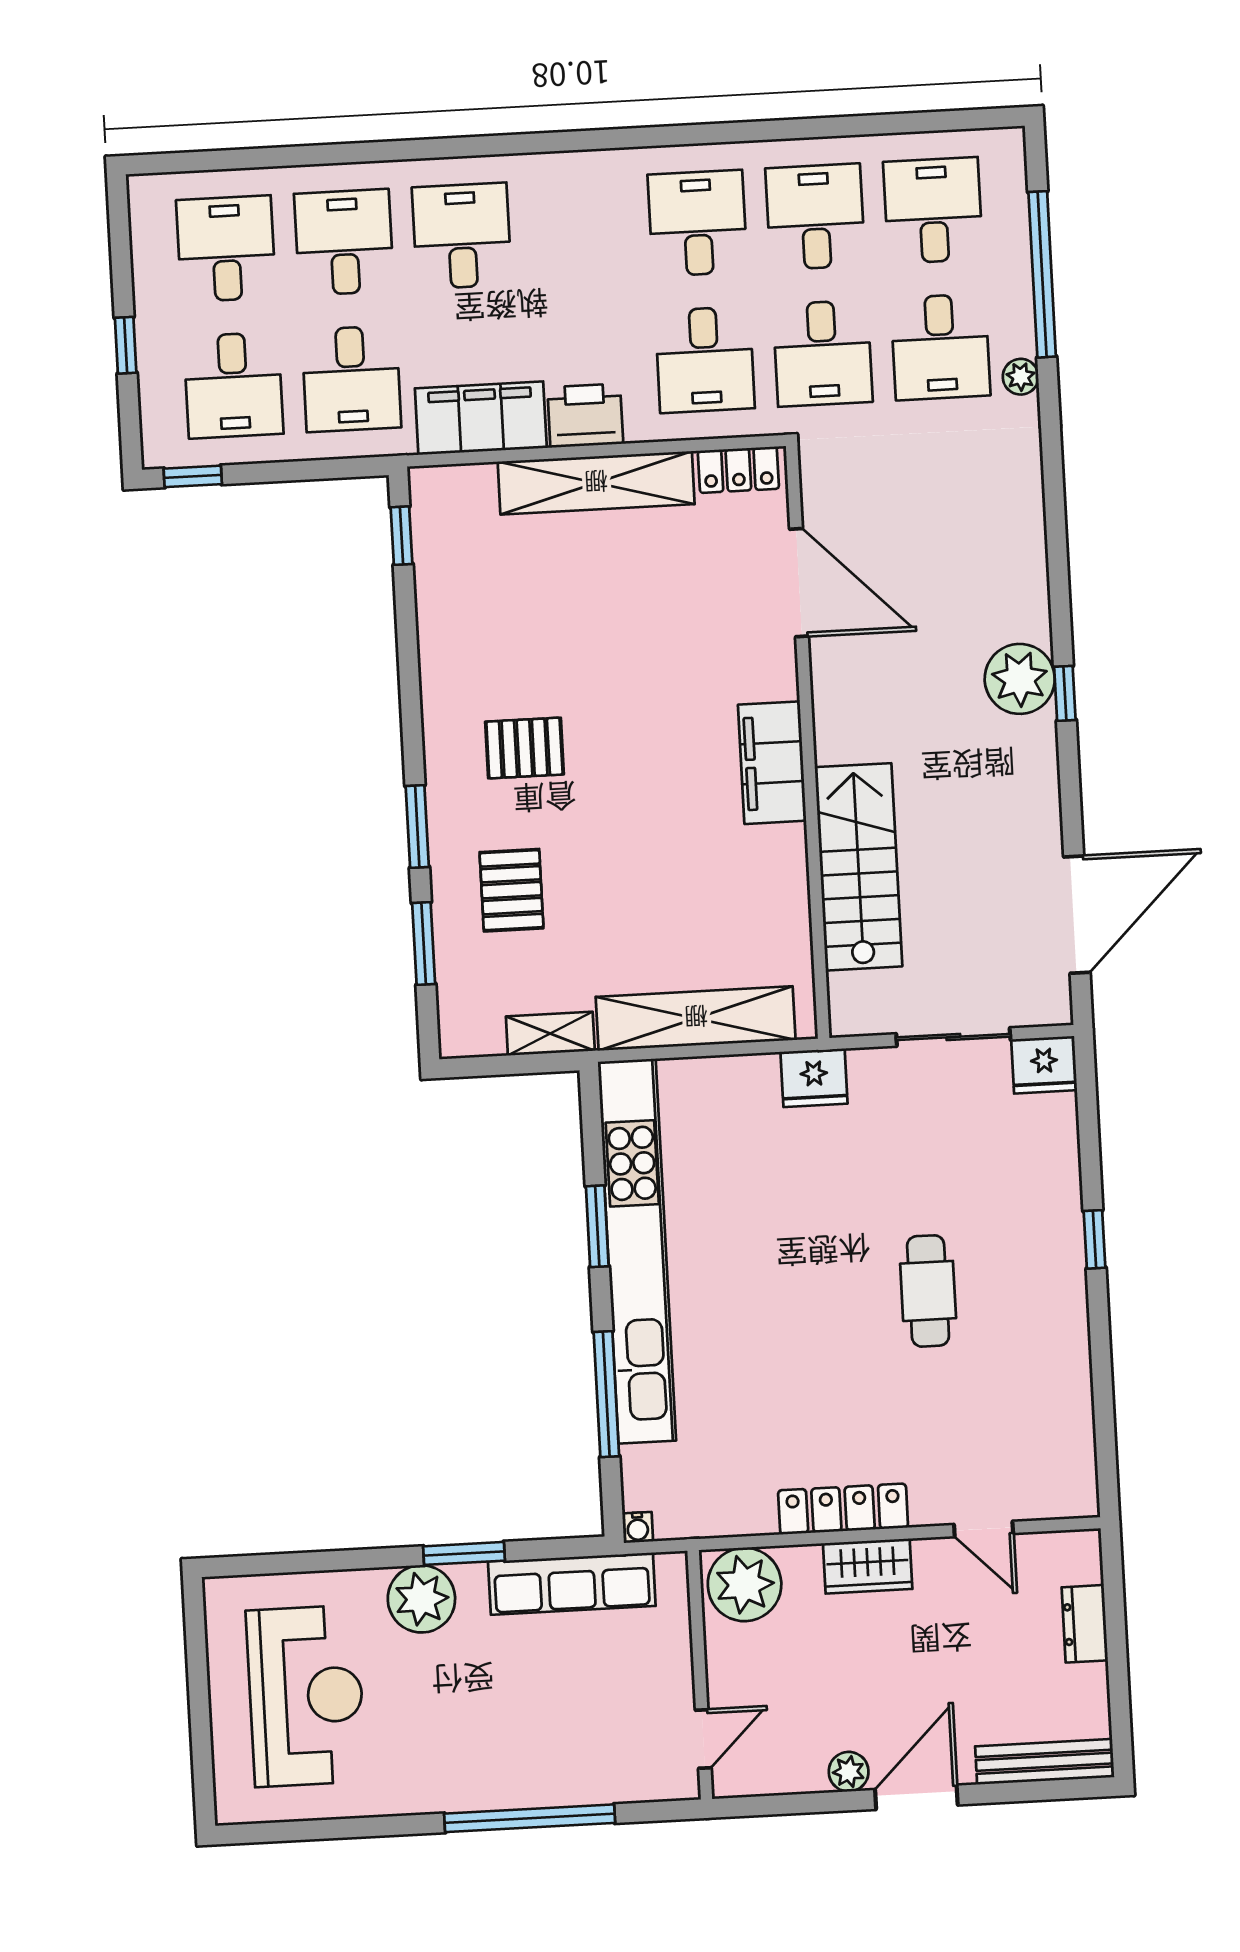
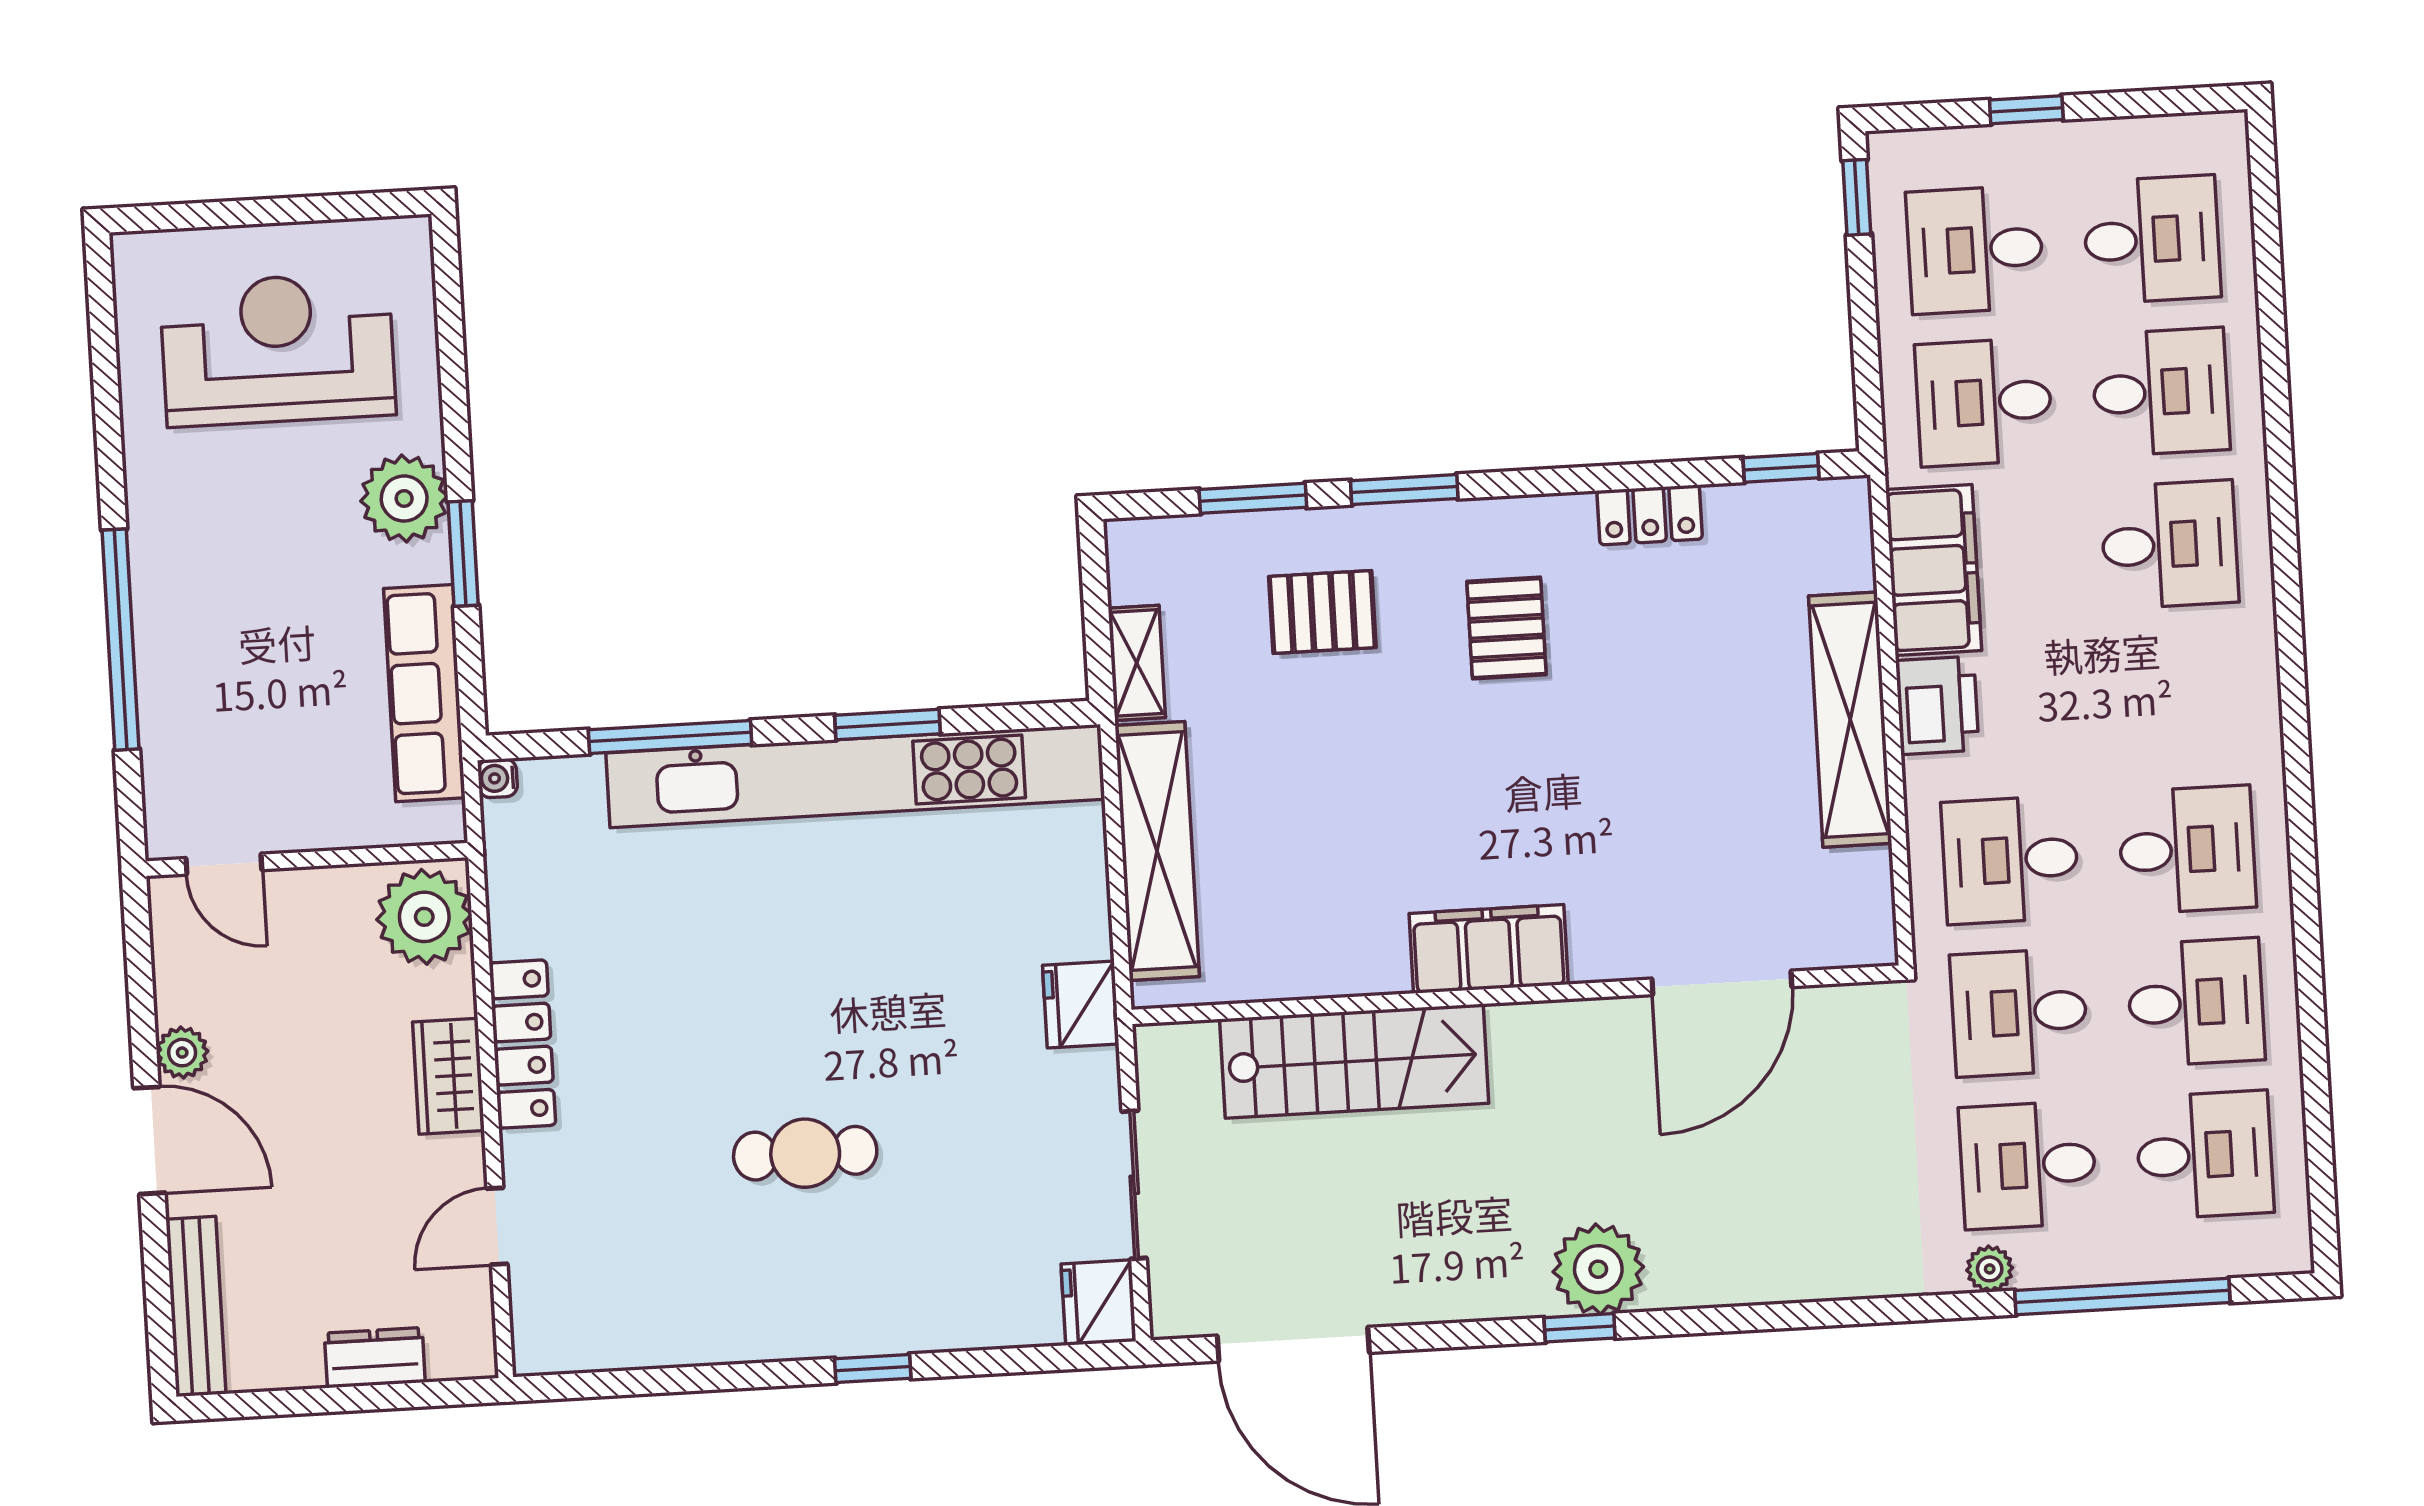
locker: (738, 470) -> (1650, 515), moved, turned -90
reception desk: (306, 1696) -> (278, 349), turned 180

